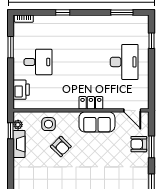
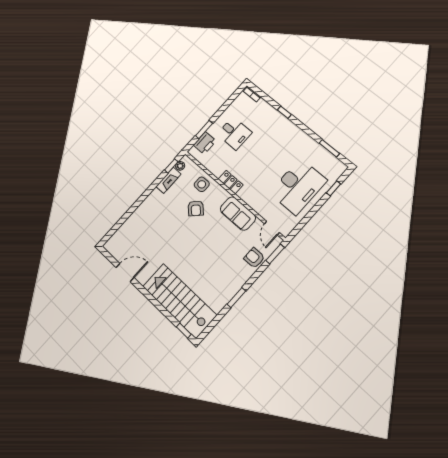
window: (11, 47) -> (204, 129), moved
desk: (124, 62) -> (298, 187), width x1.36, depth x1.30
locker: (91, 103) -> (231, 182), moved
window: (151, 147) -> (275, 254), moved

